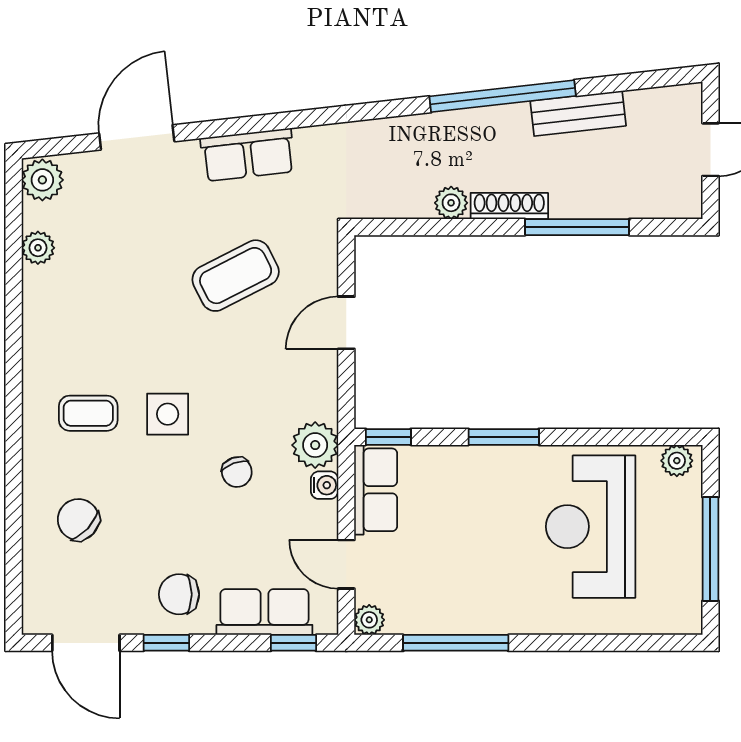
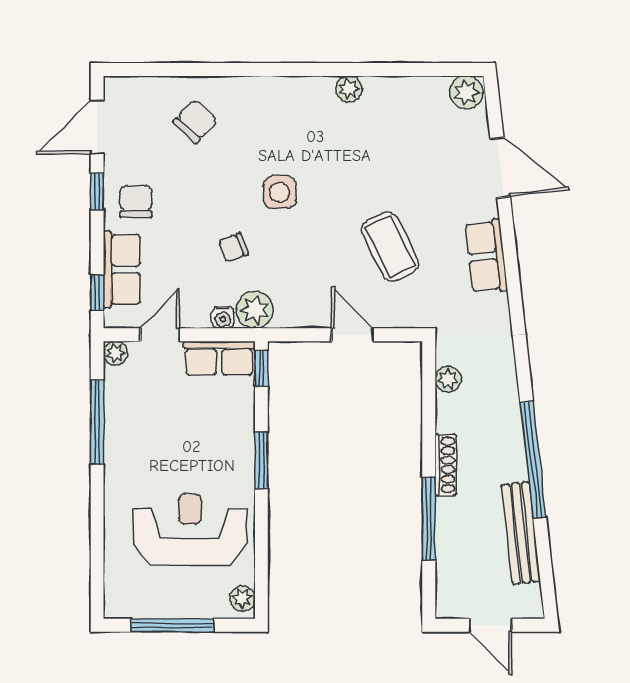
bench: (578, 113) -> (521, 533), width x1.36
plant: (451, 203) -> (448, 379), moved
plant: (38, 248) -> (349, 89), moved
coffee table: (88, 413) -> (280, 129), removed

